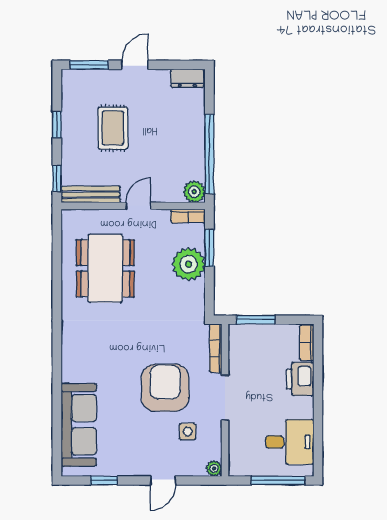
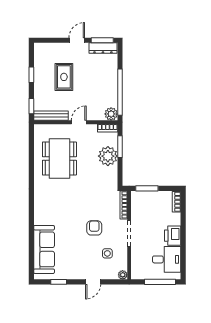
window: (89, 65) -> (102, 40), moved
dresser: (187, 78) -> (103, 48), width x1.44
printer: (300, 379) -> (173, 236), moved
armchair: (165, 388) -> (94, 228), width x0.53, depth x0.53

